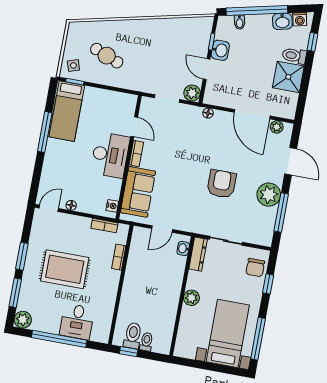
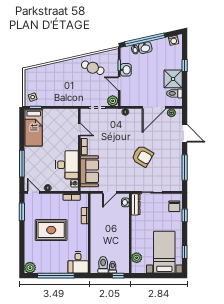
washbasin: (282, 21) -> (145, 48), moved
window: (313, 42) -> (185, 65), moved
cafe table: (107, 56) -> (93, 68), moved
toilet: (294, 56) -> (174, 93), moved
door: (252, 114) -> (154, 107), hinge flipped
window: (45, 132) -> (22, 164), moved
desk: (110, 155) -> (67, 165), moved
armchair: (222, 184) -> (143, 156), turned 120
plant: (269, 195) -> (174, 157), removed
door: (49, 208) -> (34, 192), hinge flipped
window: (22, 256) -> (22, 212), moved
window: (15, 293) -> (22, 251), removed
plant: (191, 298) -> (137, 258), moved
desk: (77, 322) -> (78, 262), moved
window: (258, 339) -> (185, 252), width x0.46
window: (129, 352) -> (118, 276), moved

